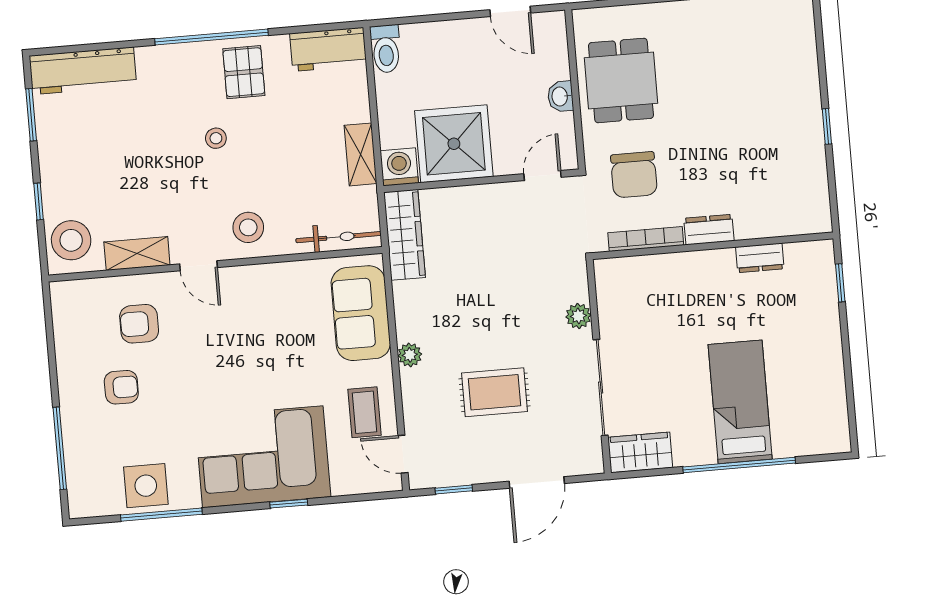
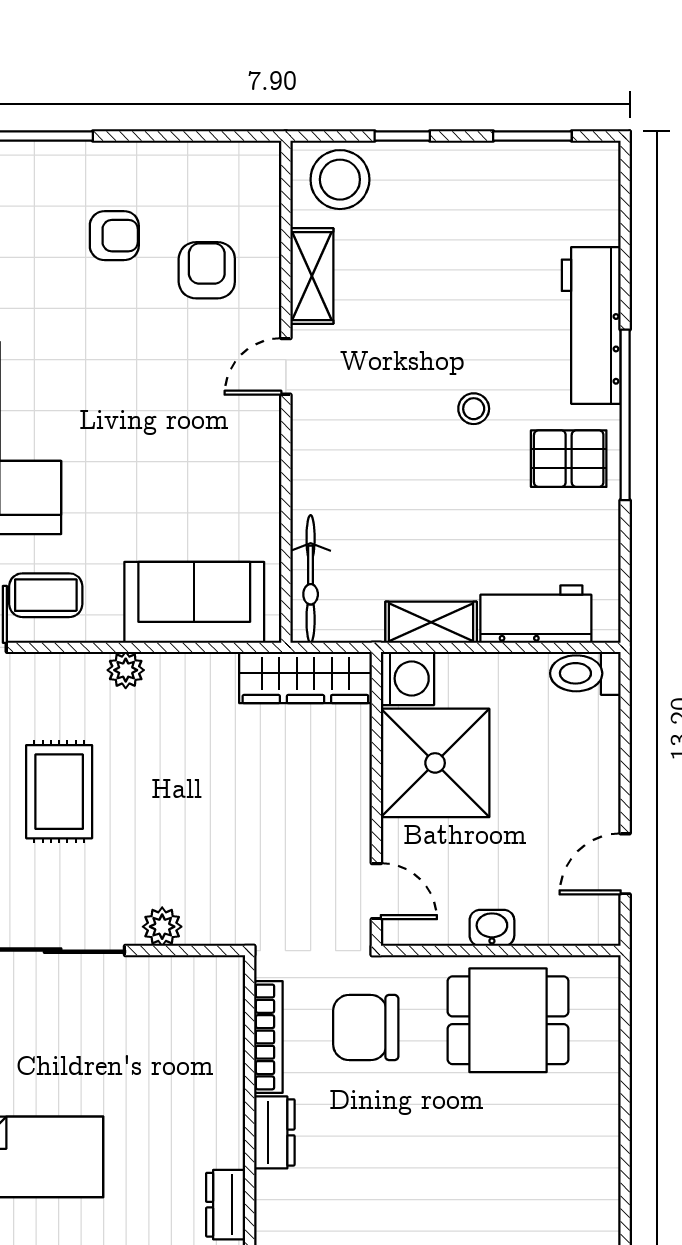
workbench: (328, 49) -> (536, 614), moved, turned 90
workbench: (83, 71) -> (591, 325), moved
stool: (248, 227) -> (337, 445), removed
armchair: (121, 387) -> (114, 236), turned -90

